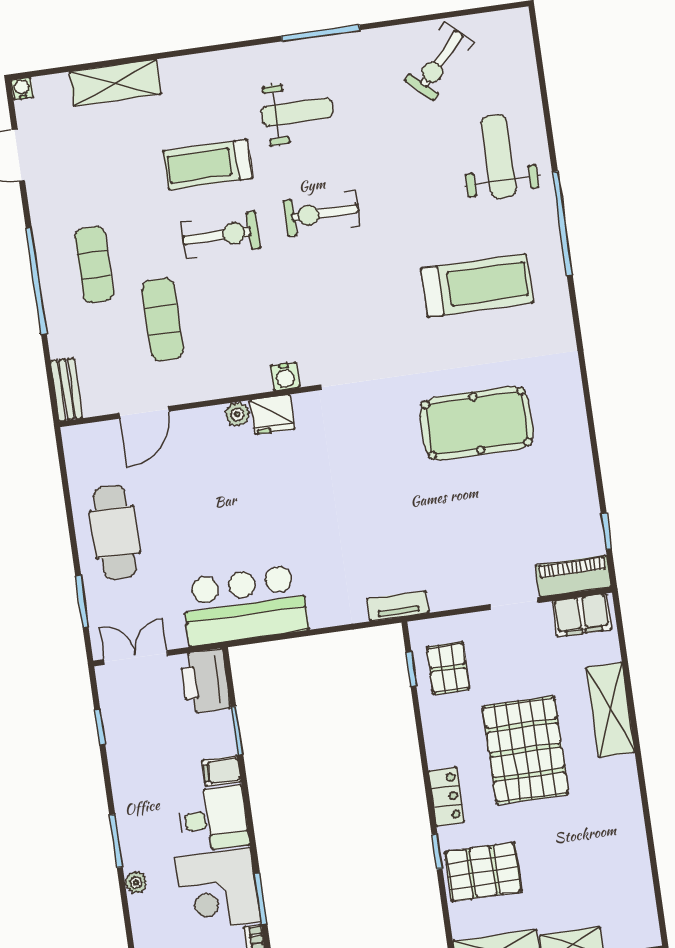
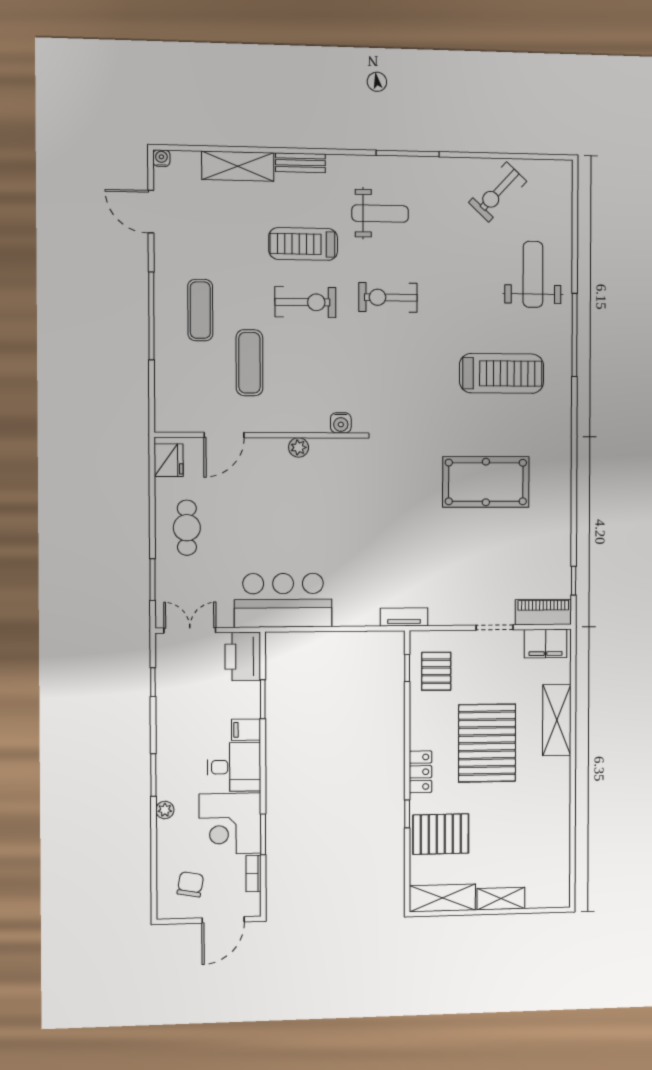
bench: (66, 390) -> (300, 163), moved, turned 90
fridge: (272, 415) -> (169, 460), moved, turned -90
cafe table: (115, 532) -> (187, 528), width x0.73, depth x0.74

